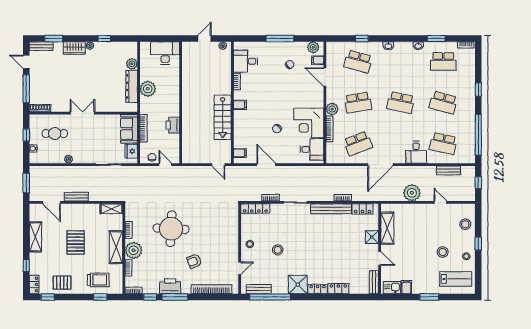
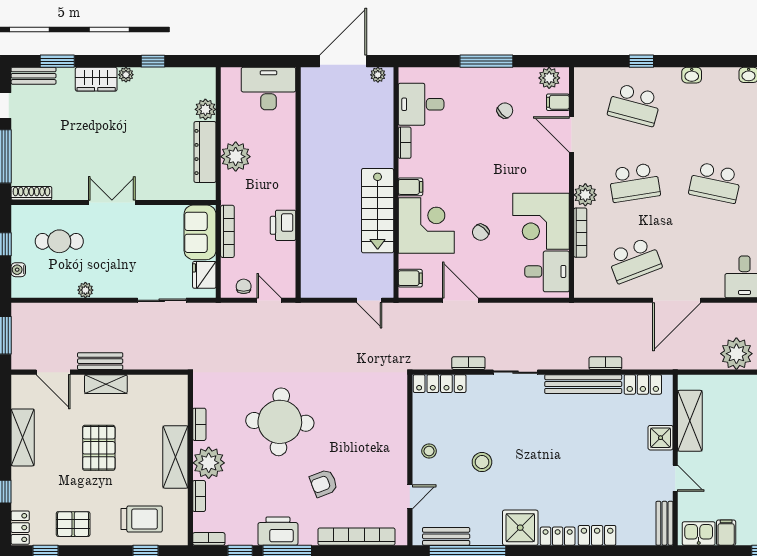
door: (204, 39) -> (343, 61), width x1.87
corner desk: (248, 125) -> (426, 226), added
shelving: (111, 209) -> (106, 384), moved

